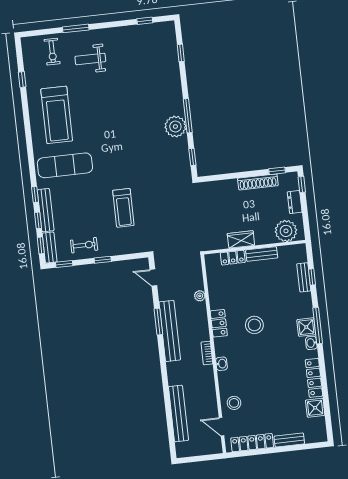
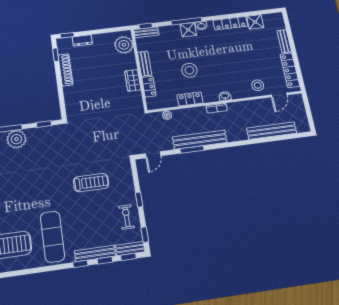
plant: (286, 231) -> (124, 45), moved
wardrobe: (241, 239) -> (133, 80), moved
wall: (255, 247) -> (139, 69), moved
bench: (262, 254) -> (145, 64), moved
locker: (233, 258) -> (149, 87), moved

